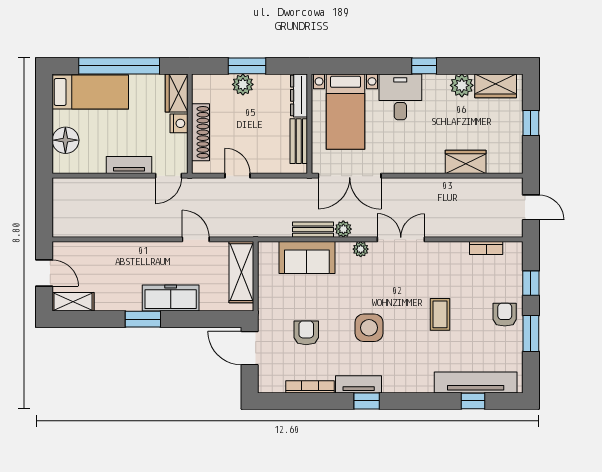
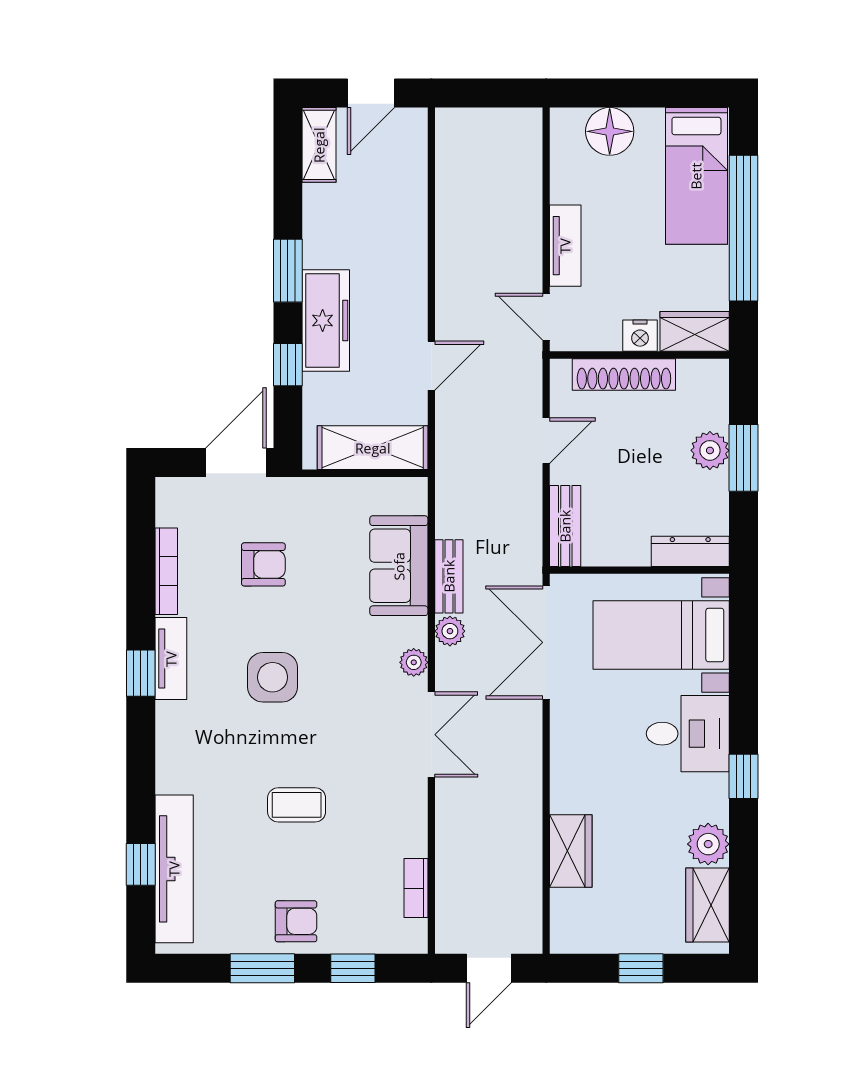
bench: (299, 141) -> (565, 526), moved, turned 90
window: (195, 319) -> (288, 365), added

